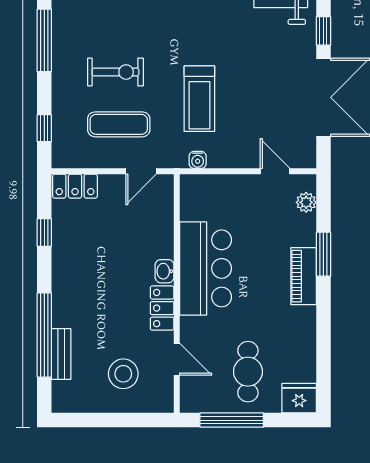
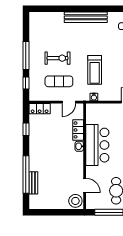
window: (44, 40) -> (26, 56), moved
locker: (162, 308) -> (78, 130), moved
stool: (123, 374) -> (75, 201), moved

